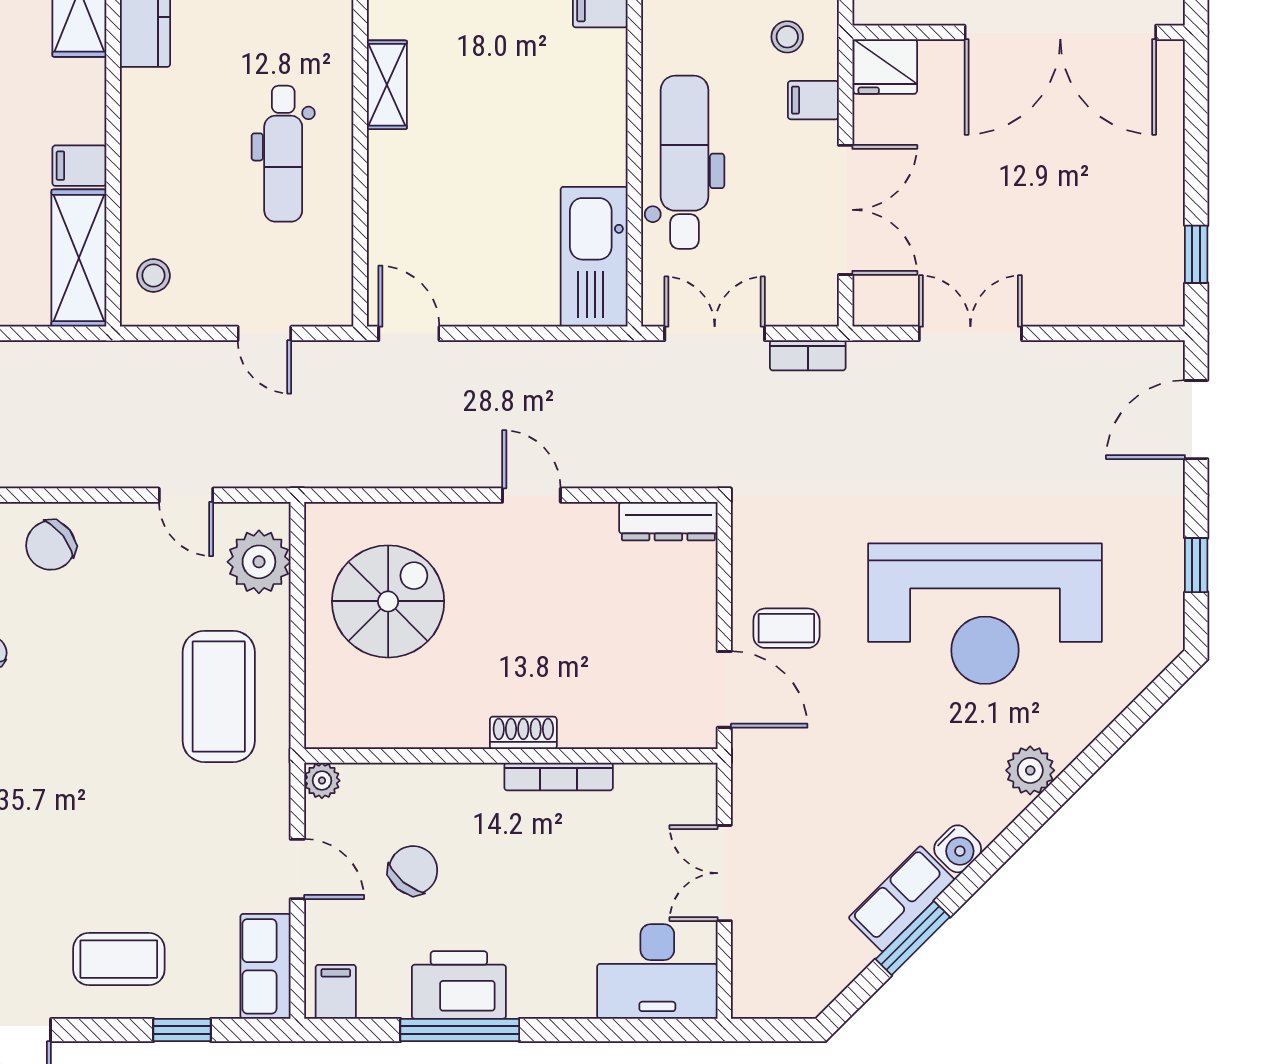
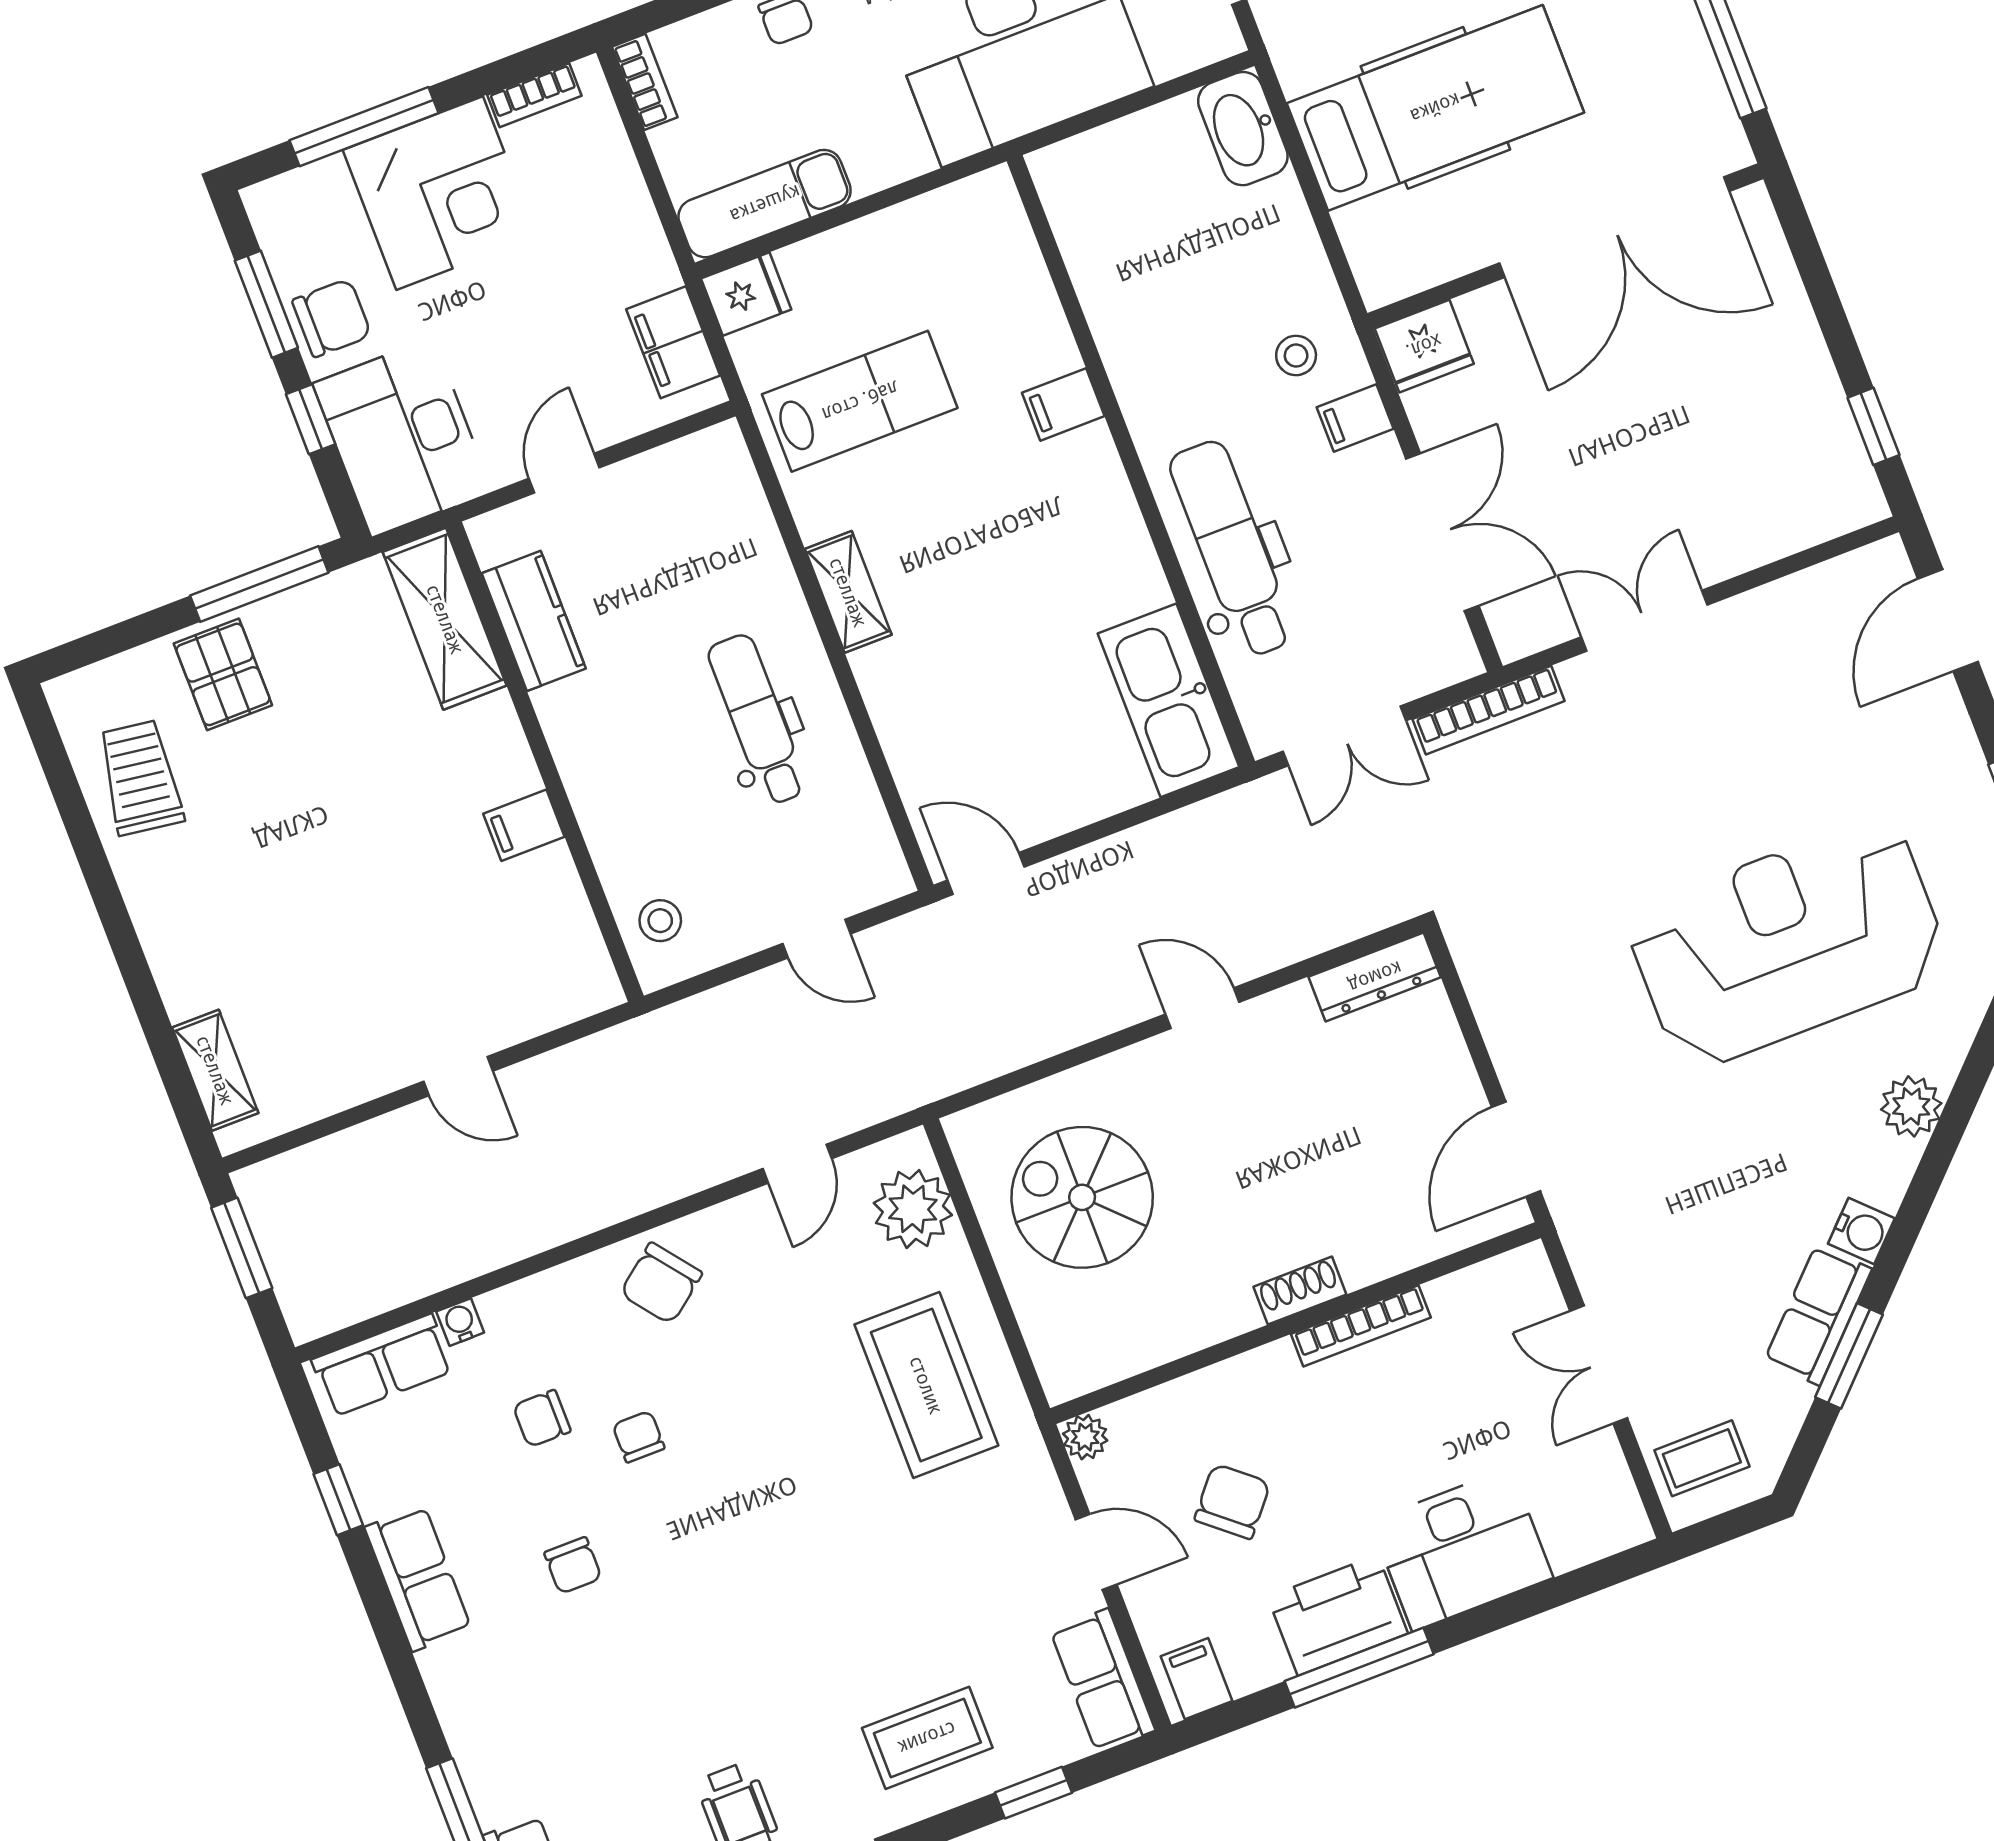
dental chair: (283, 154) -> (758, 719), turned 180
shelving: (79, 258) -> (565, 934), removed
double door: (715, 333) -> (1344, 736), swing flipped
bookcase: (808, 355) -> (1488, 710), width x1.56
door: (186, 495) -> (797, 1164), hinge flipped
spiral stairs: (388, 601) -> (1082, 1197), turned -90
reception desk: (985, 614) -> (1788, 943), turned 180
coffee table: (786, 628) -> (1702, 1458), moved
door: (724, 689) -> (1516, 1149), swing flipped
desk: (657, 971) -> (1462, 1550), moved

